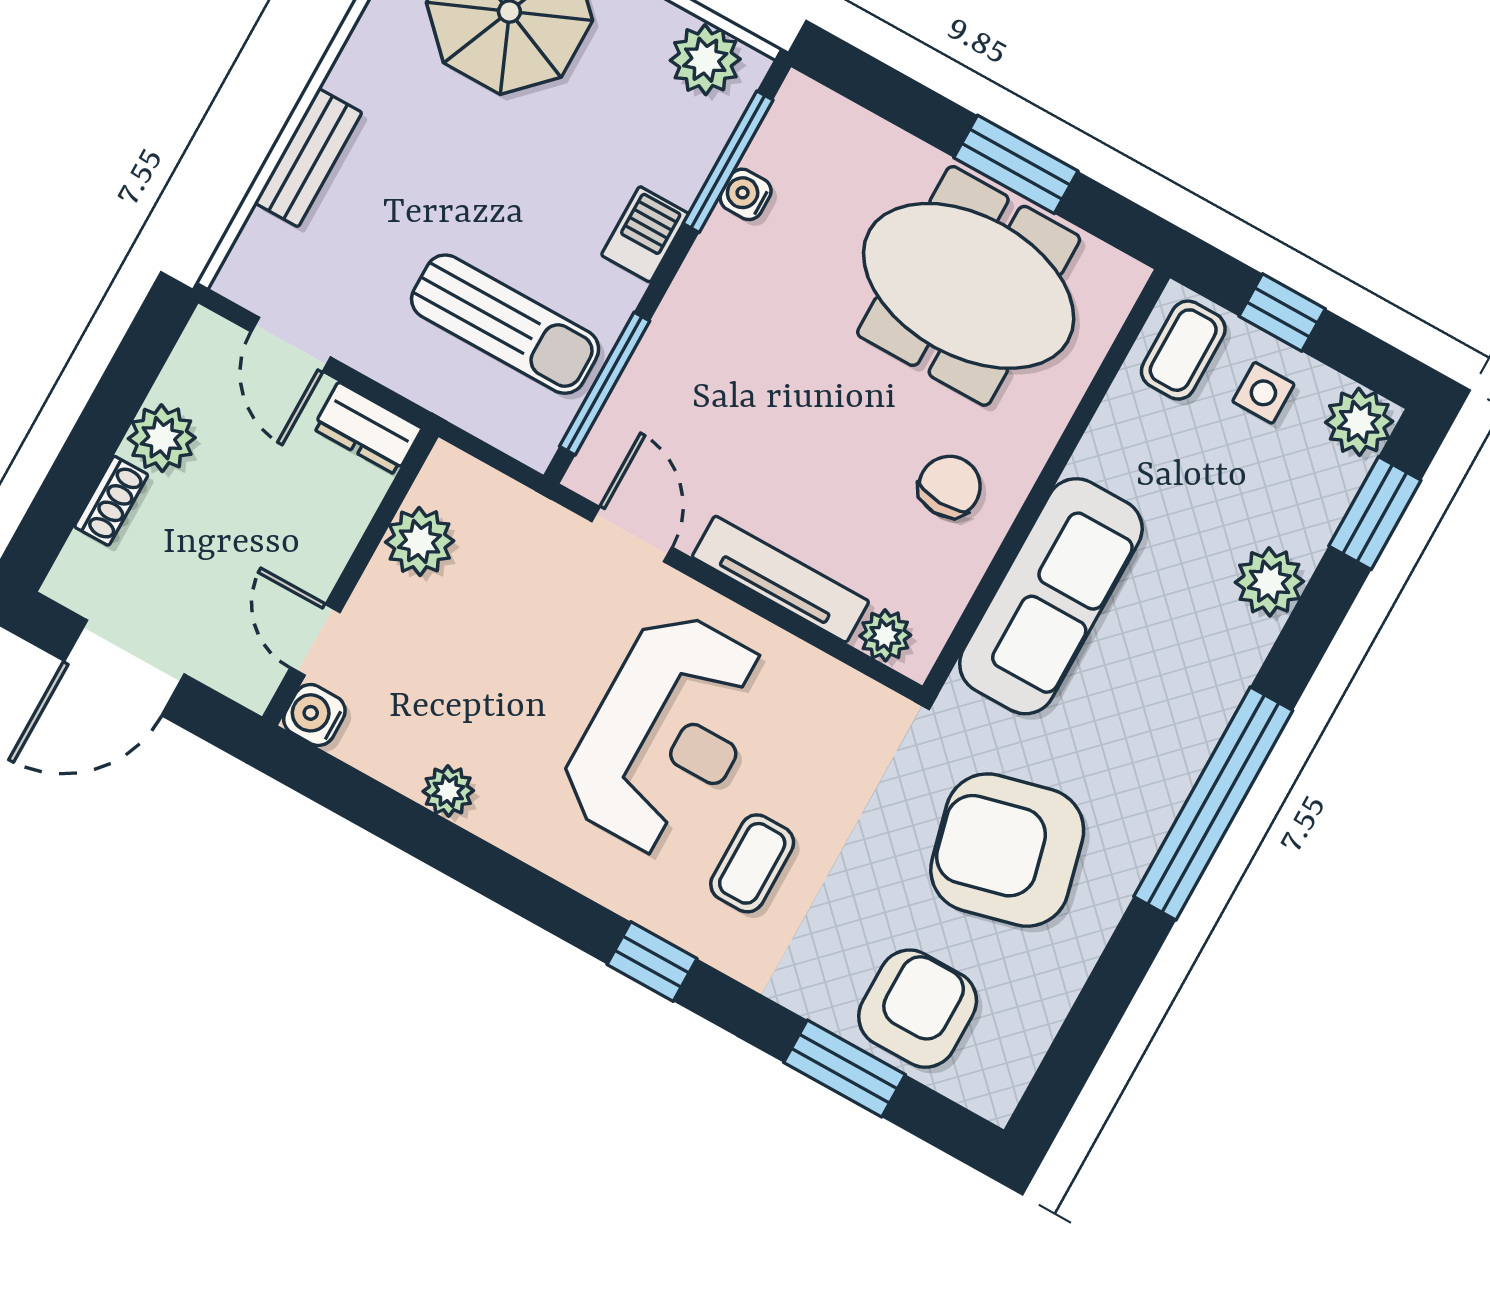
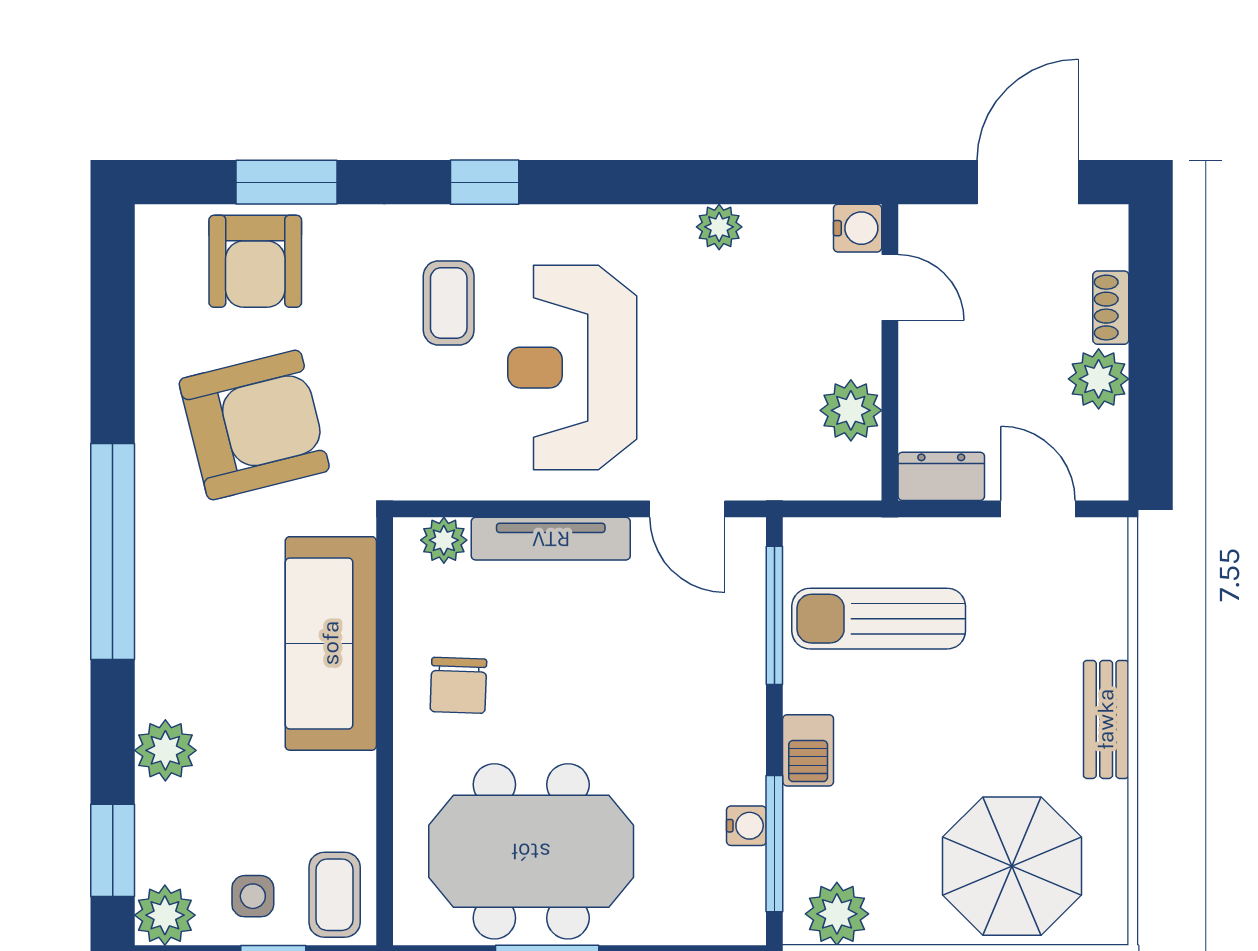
bench: (308, 158) -> (1106, 719), moved

